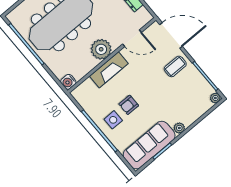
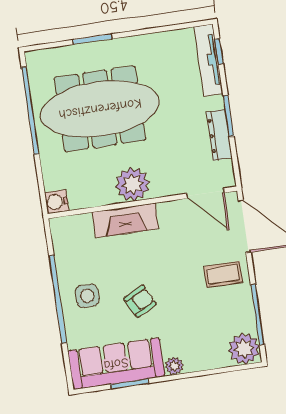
door: (132, 38) -> (205, 193), moved
plant: (215, 98) -> (244, 349), width x1.88, depth x1.88
armchair: (129, 105) -> (140, 301), moved, turned 153

